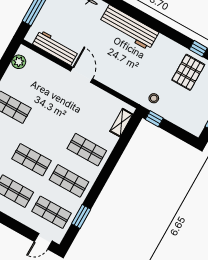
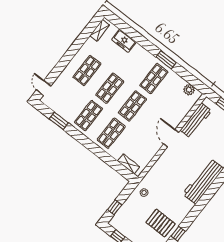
door: (82, 75) -> (171, 138), swing flipped
window: (154, 119) -> (115, 207), moved
shop shelf: (51, 212) -> (133, 106), moved

